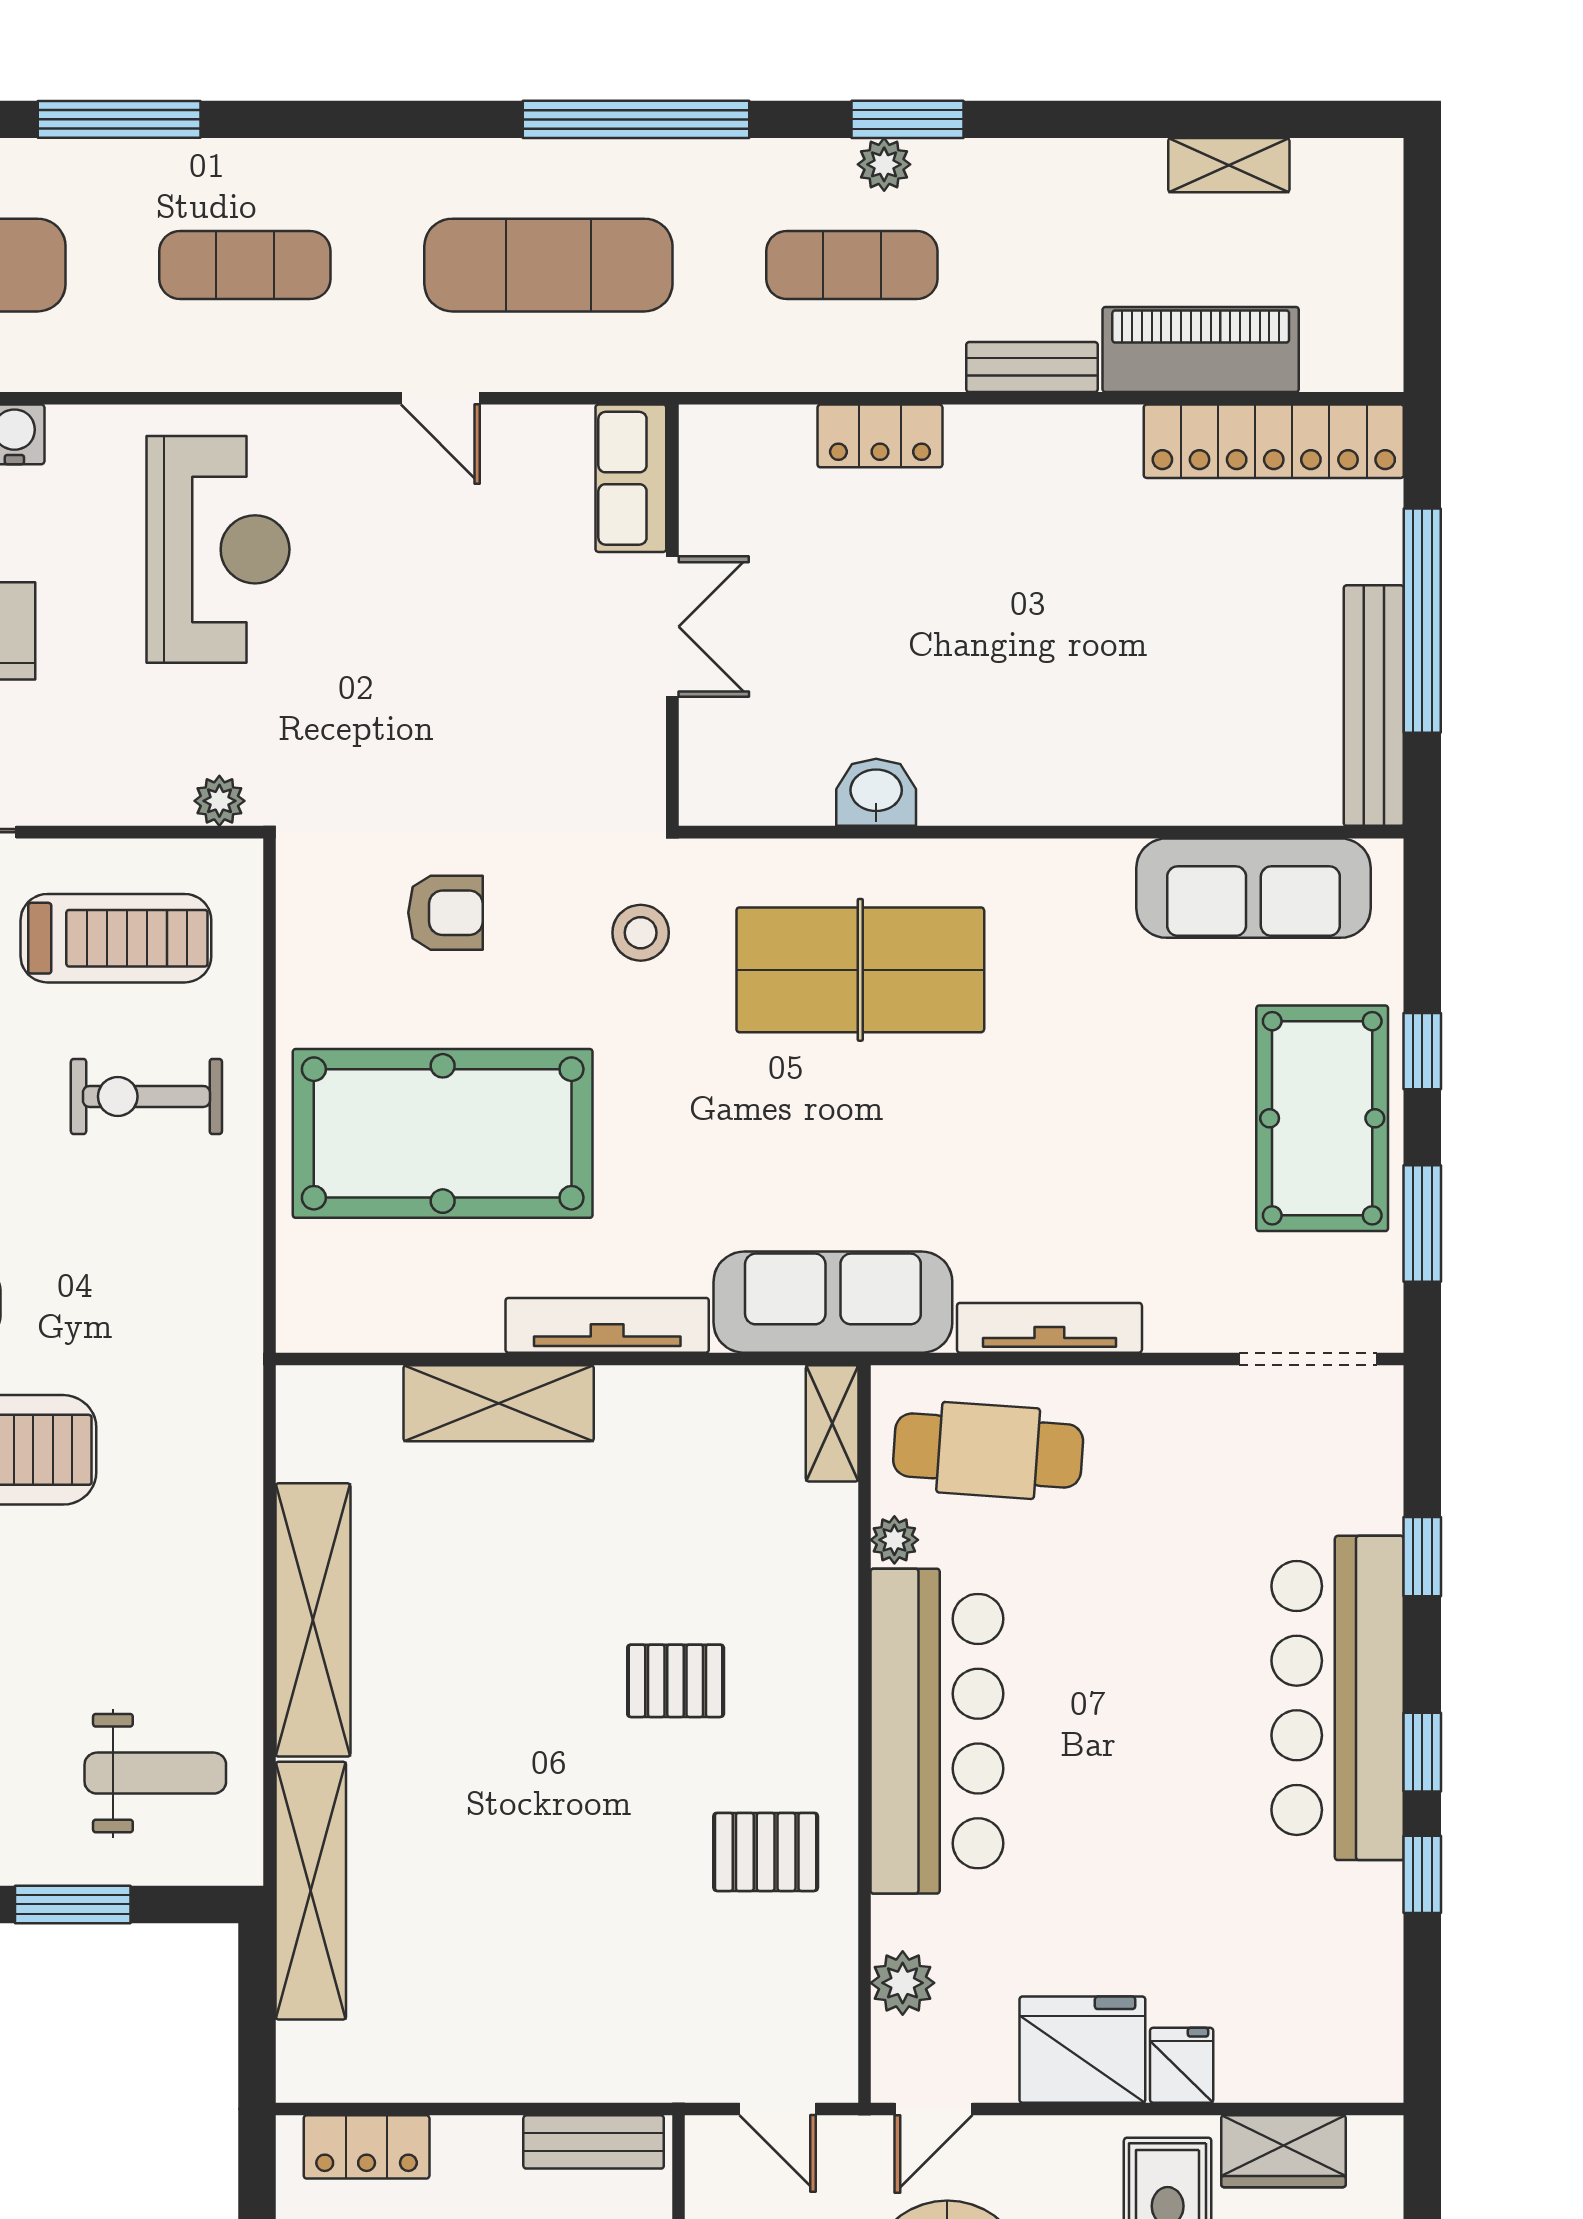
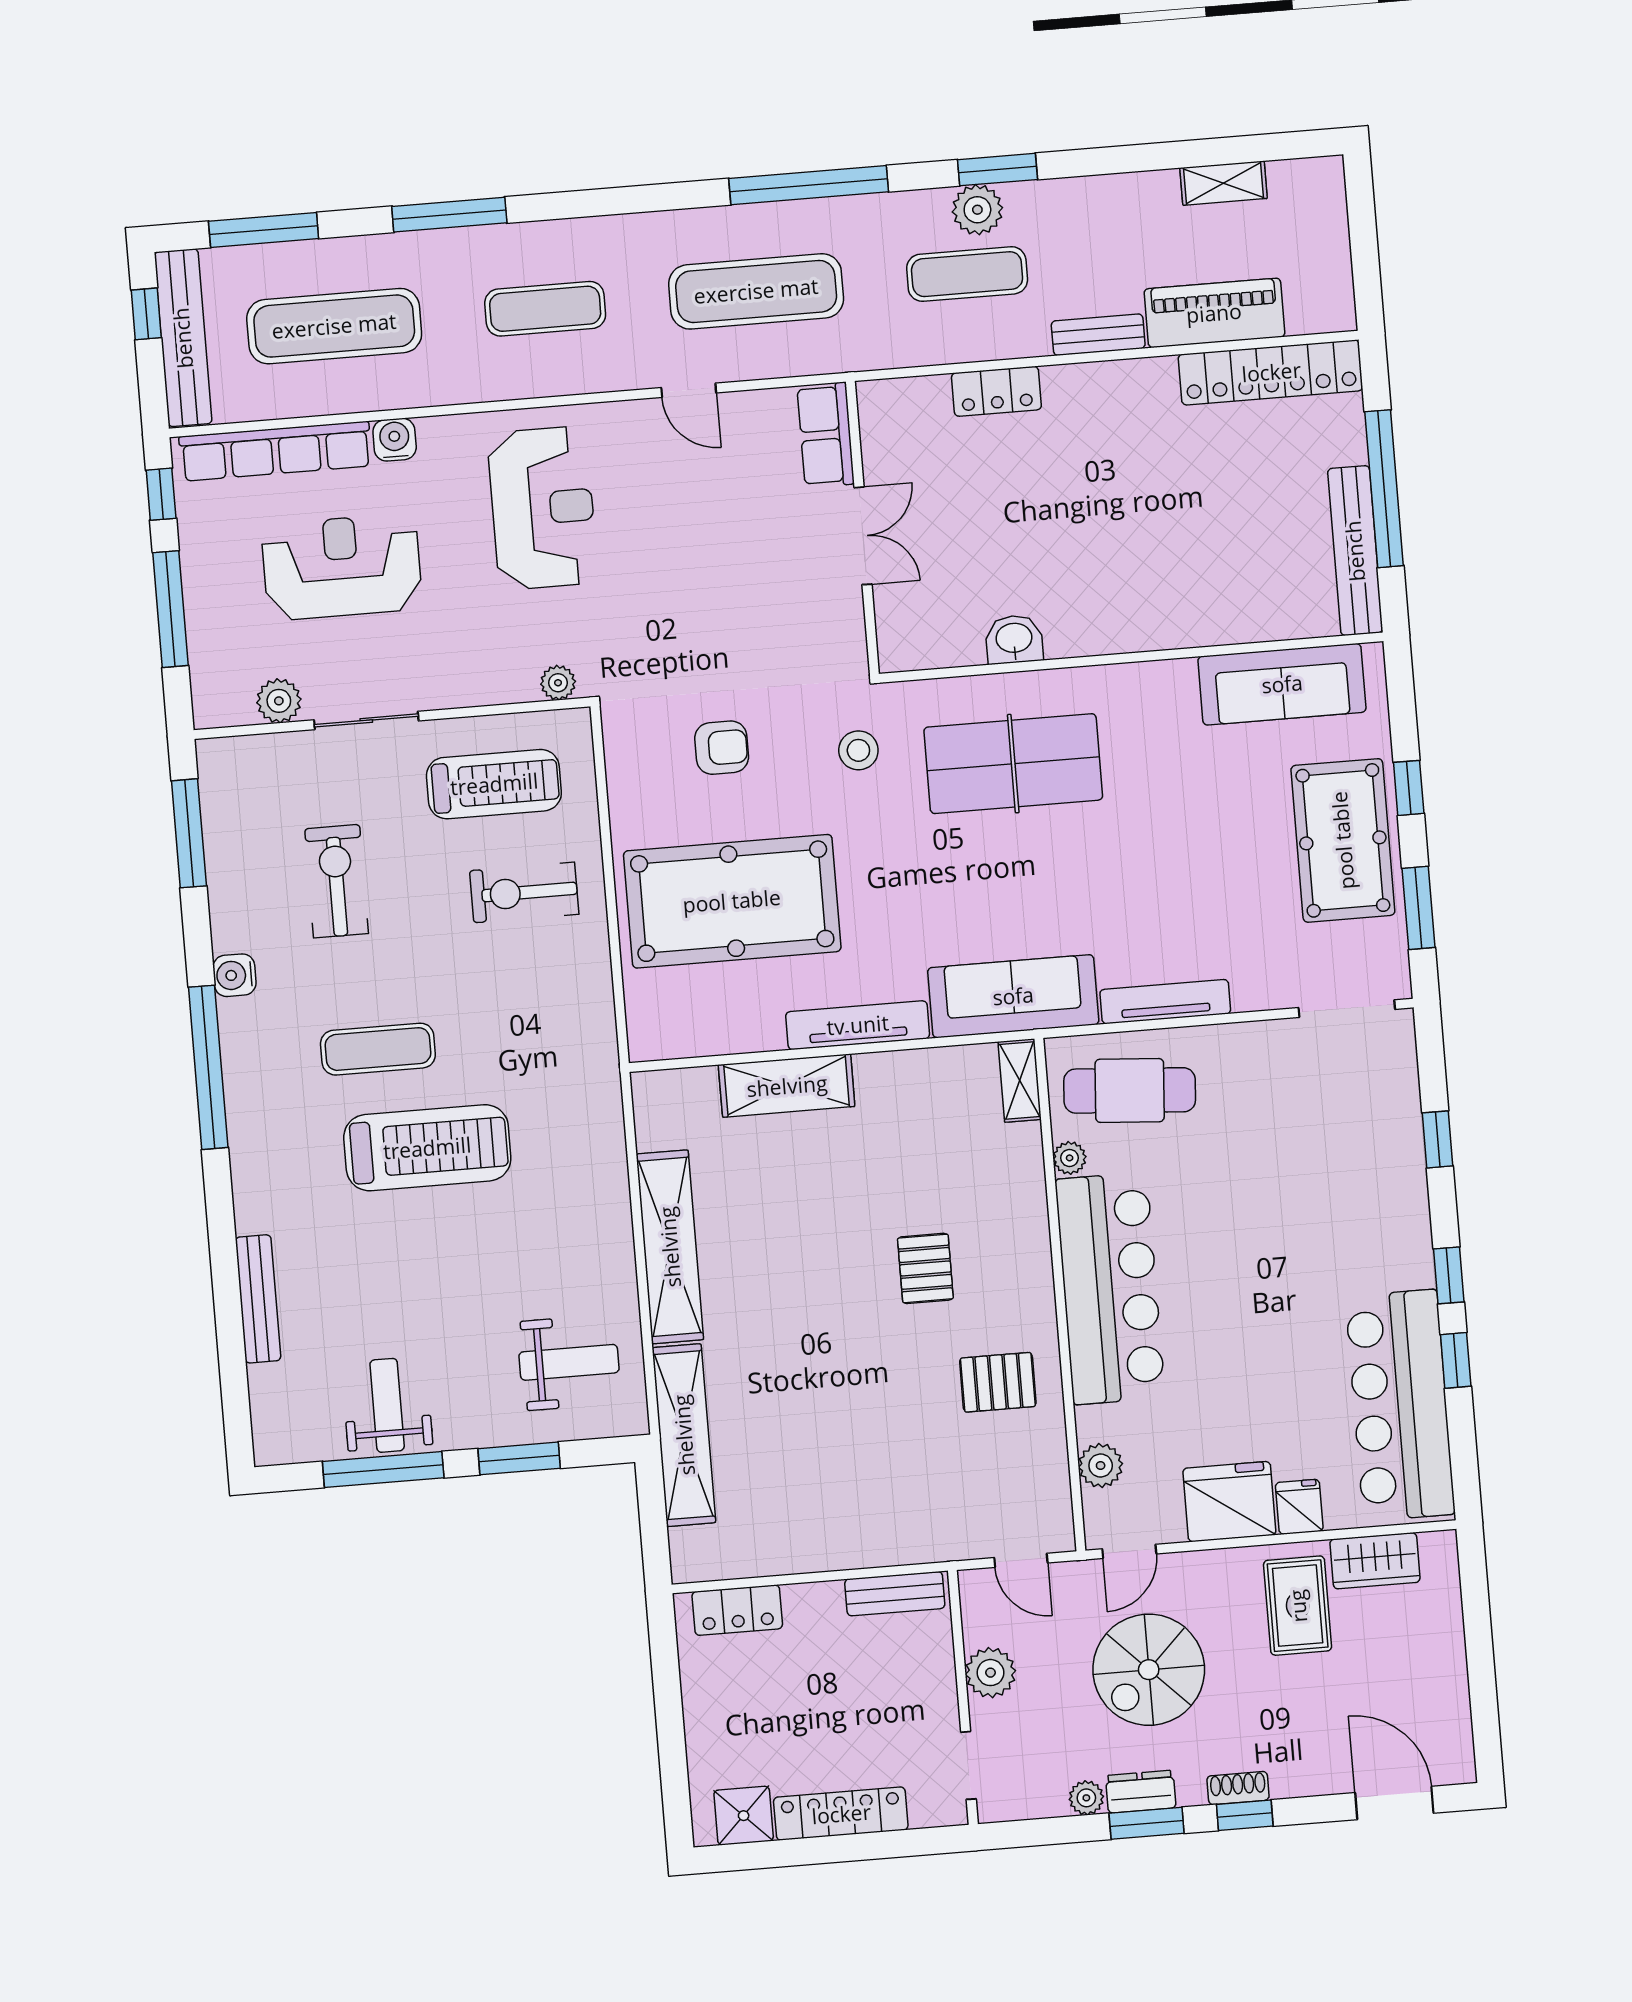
plant: (884, 164) -> (977, 210), width x1.38, depth x1.38
pallet: (676, 1681) -> (925, 1268), turned 90
bar counter: (1338, 1698) -> (1400, 1405), moved

